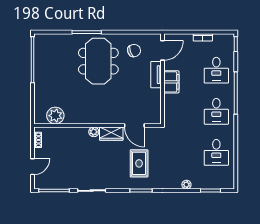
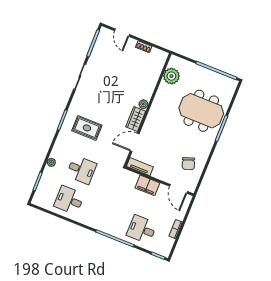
meeting table: (98, 61) -> (201, 111), moved
tv unit: (156, 75) -> (140, 167), moved
desk: (216, 111) -> (81, 170), moved, turned 180
plant: (55, 116) -> (171, 76), moved
wall: (97, 125) -> (148, 110), moved
door: (134, 125) -> (135, 142), moved
plant: (94, 132) -> (143, 104), moved
wardrobe: (111, 134) -> (136, 119), moved

